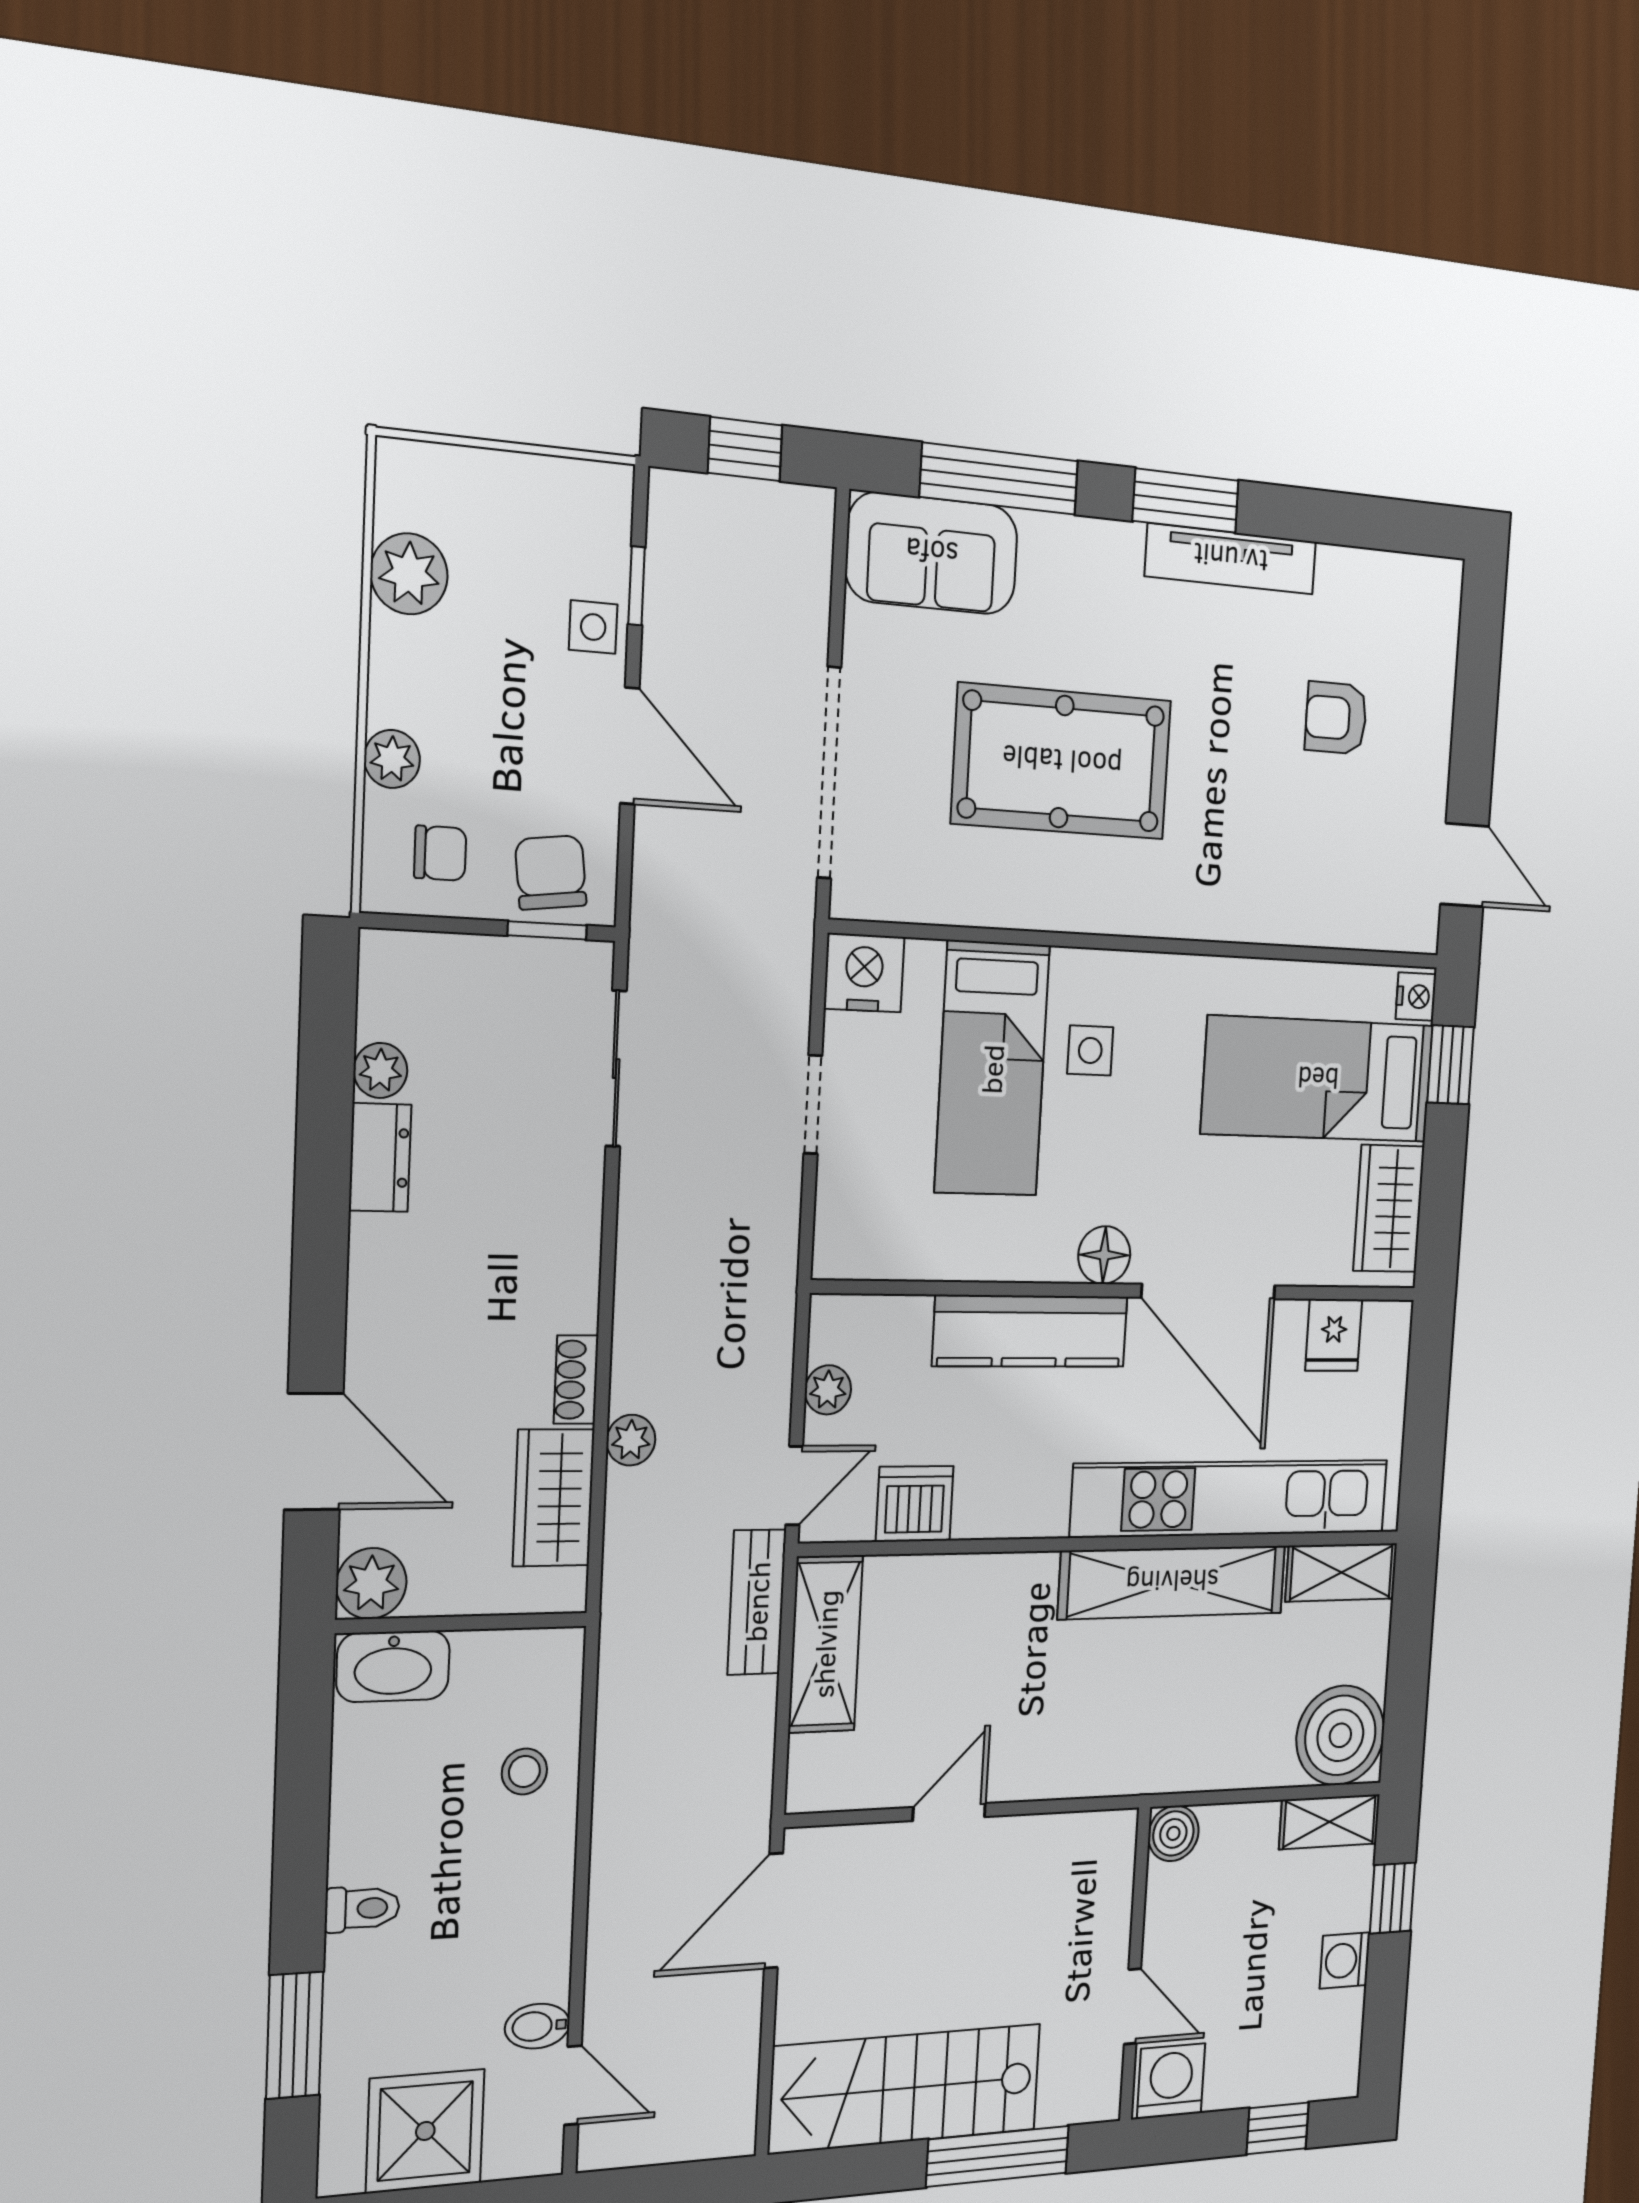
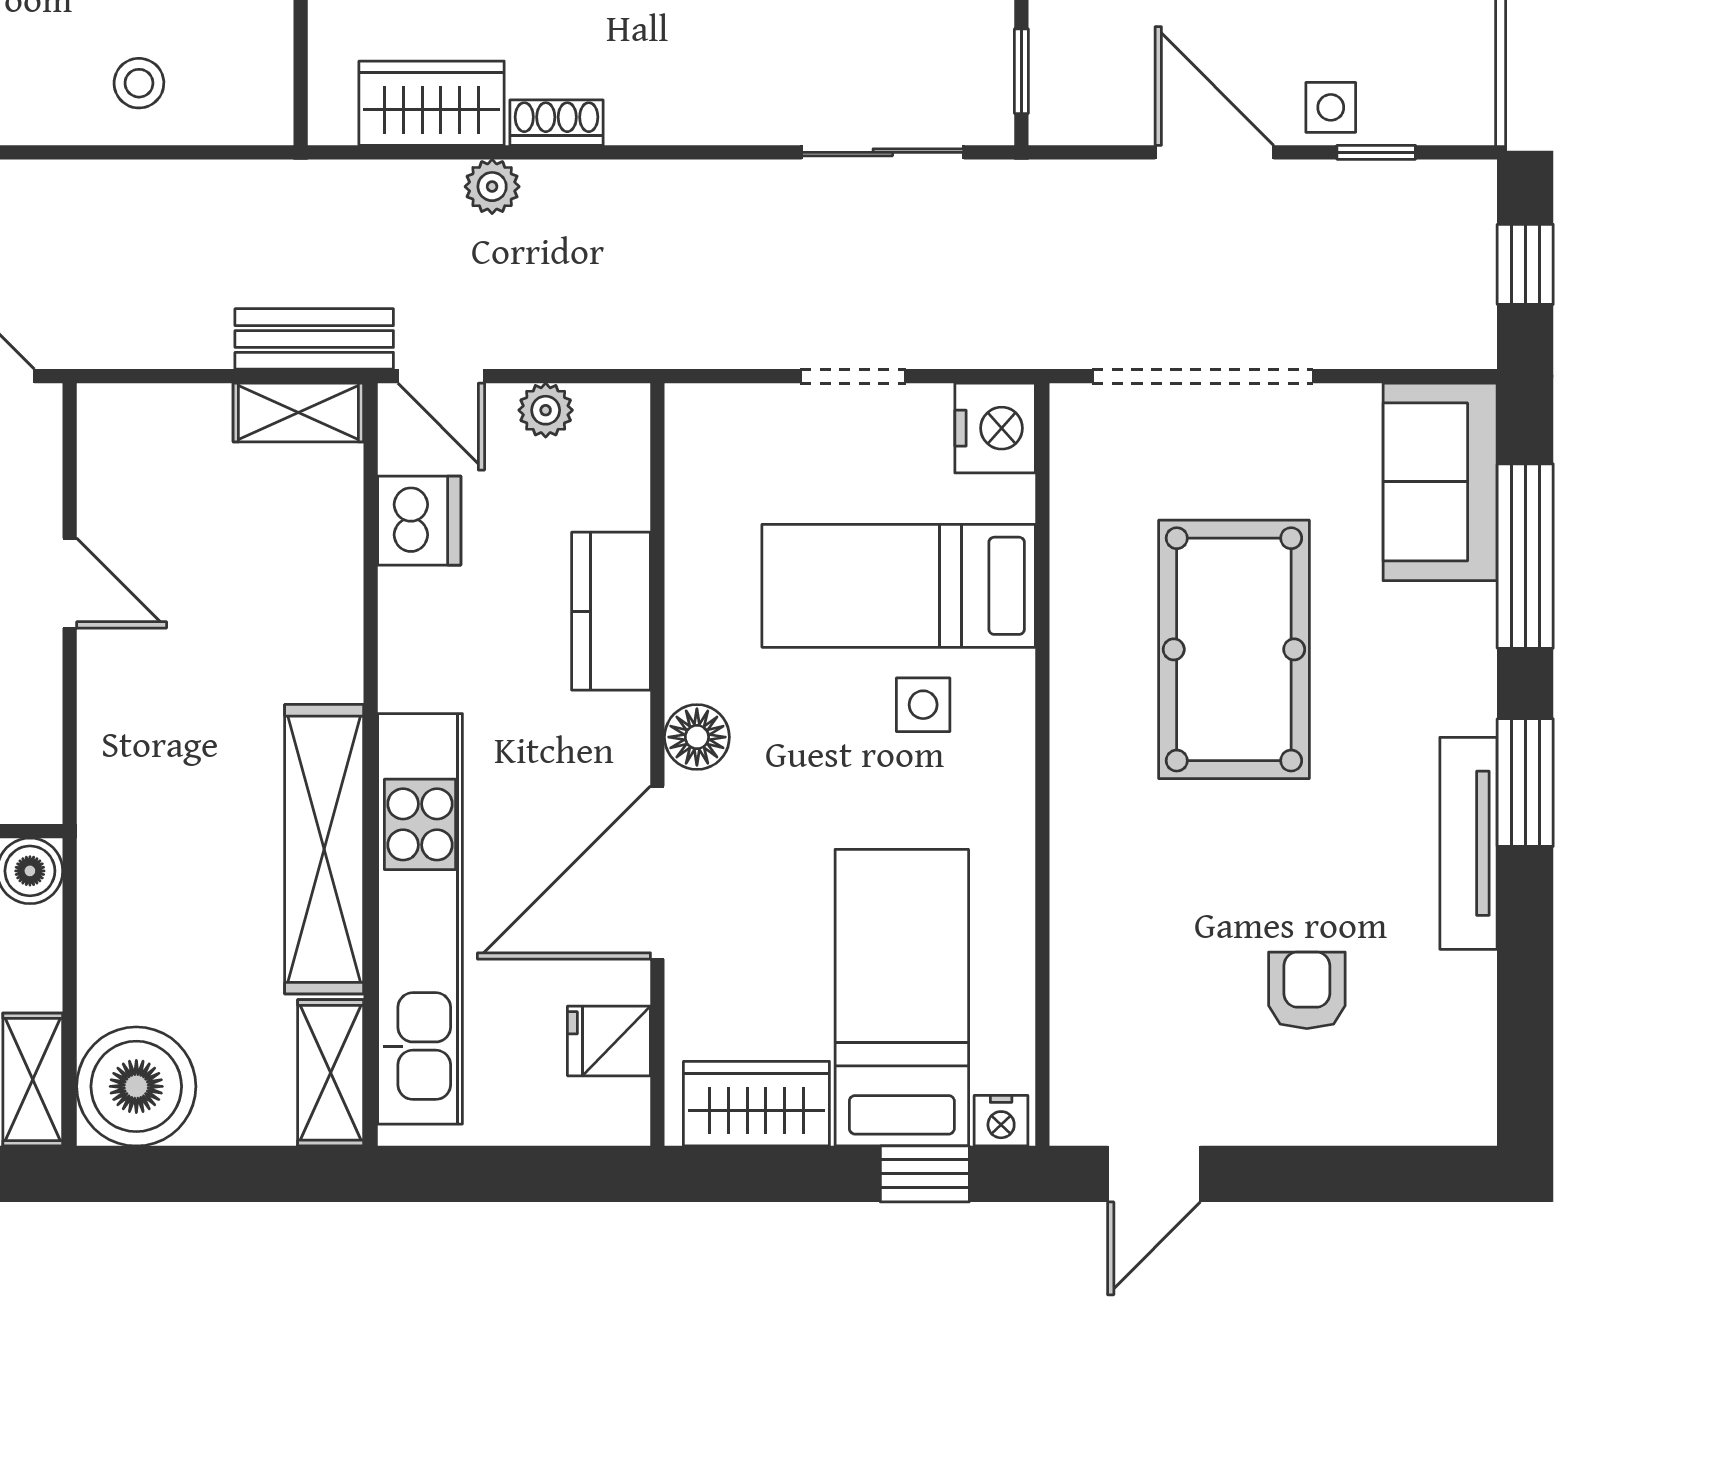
door: (630, 746) -> (1214, 152), swing flipped
chair: (551, 872) -> (1080, 72), removed
kitchen counter: (1030, 1331) -> (611, 611), width x0.67
shelving: (825, 1644) -> (298, 413), width x0.67, depth x0.75

